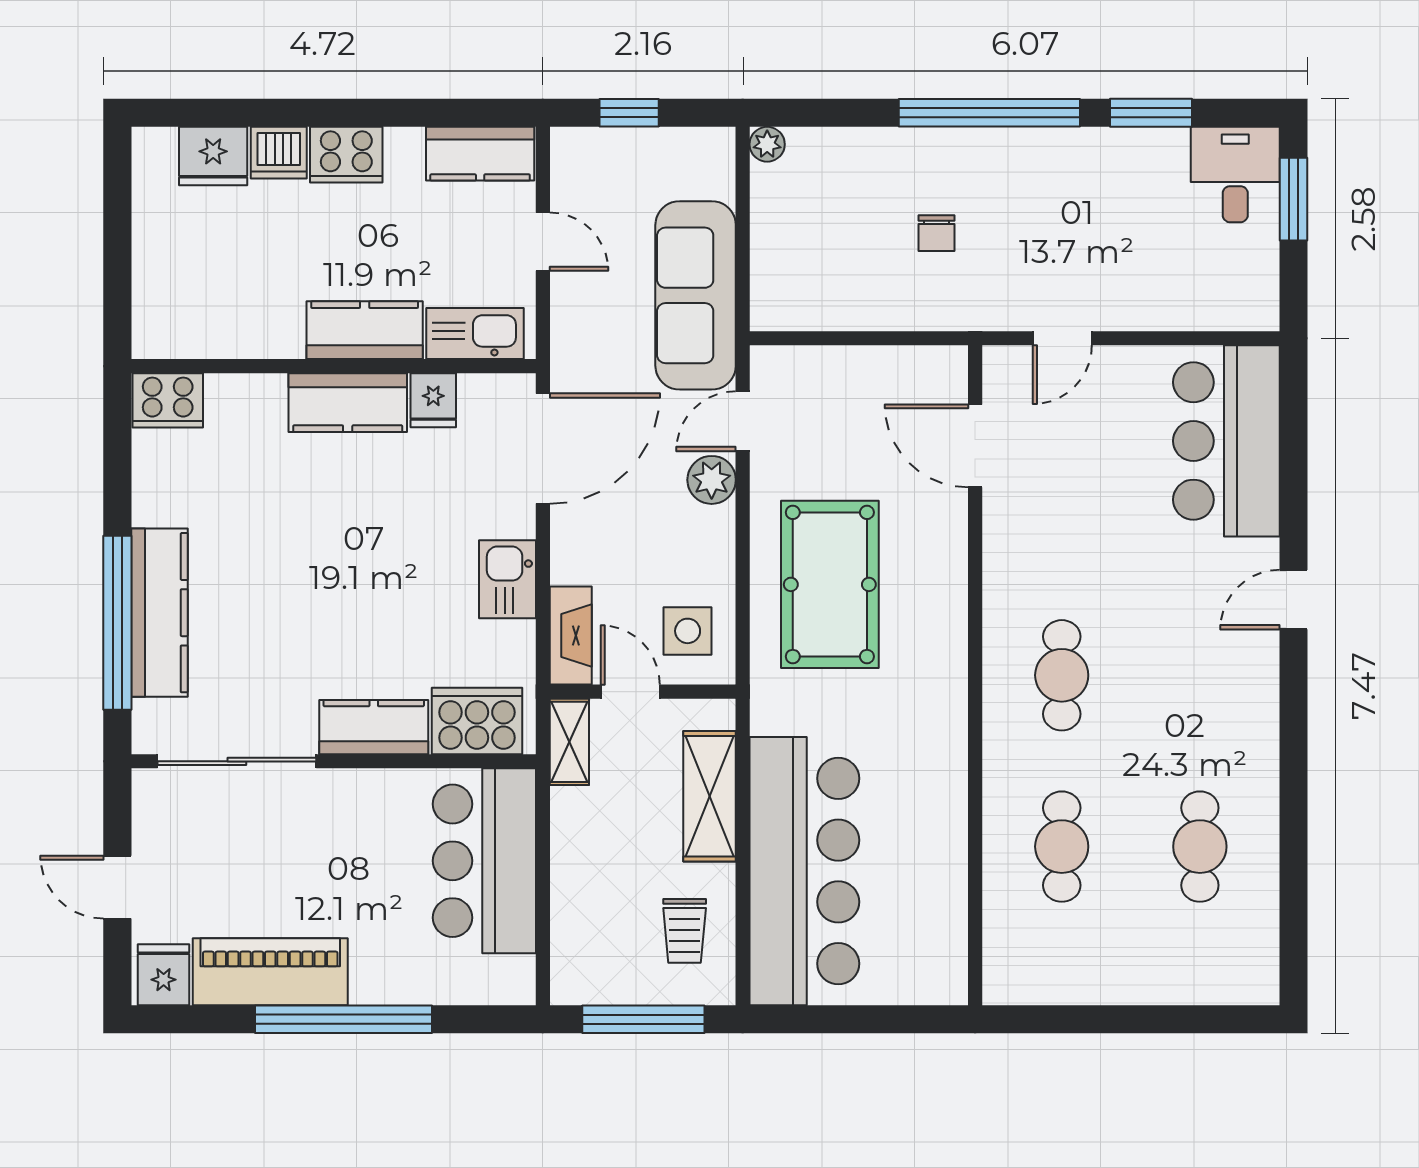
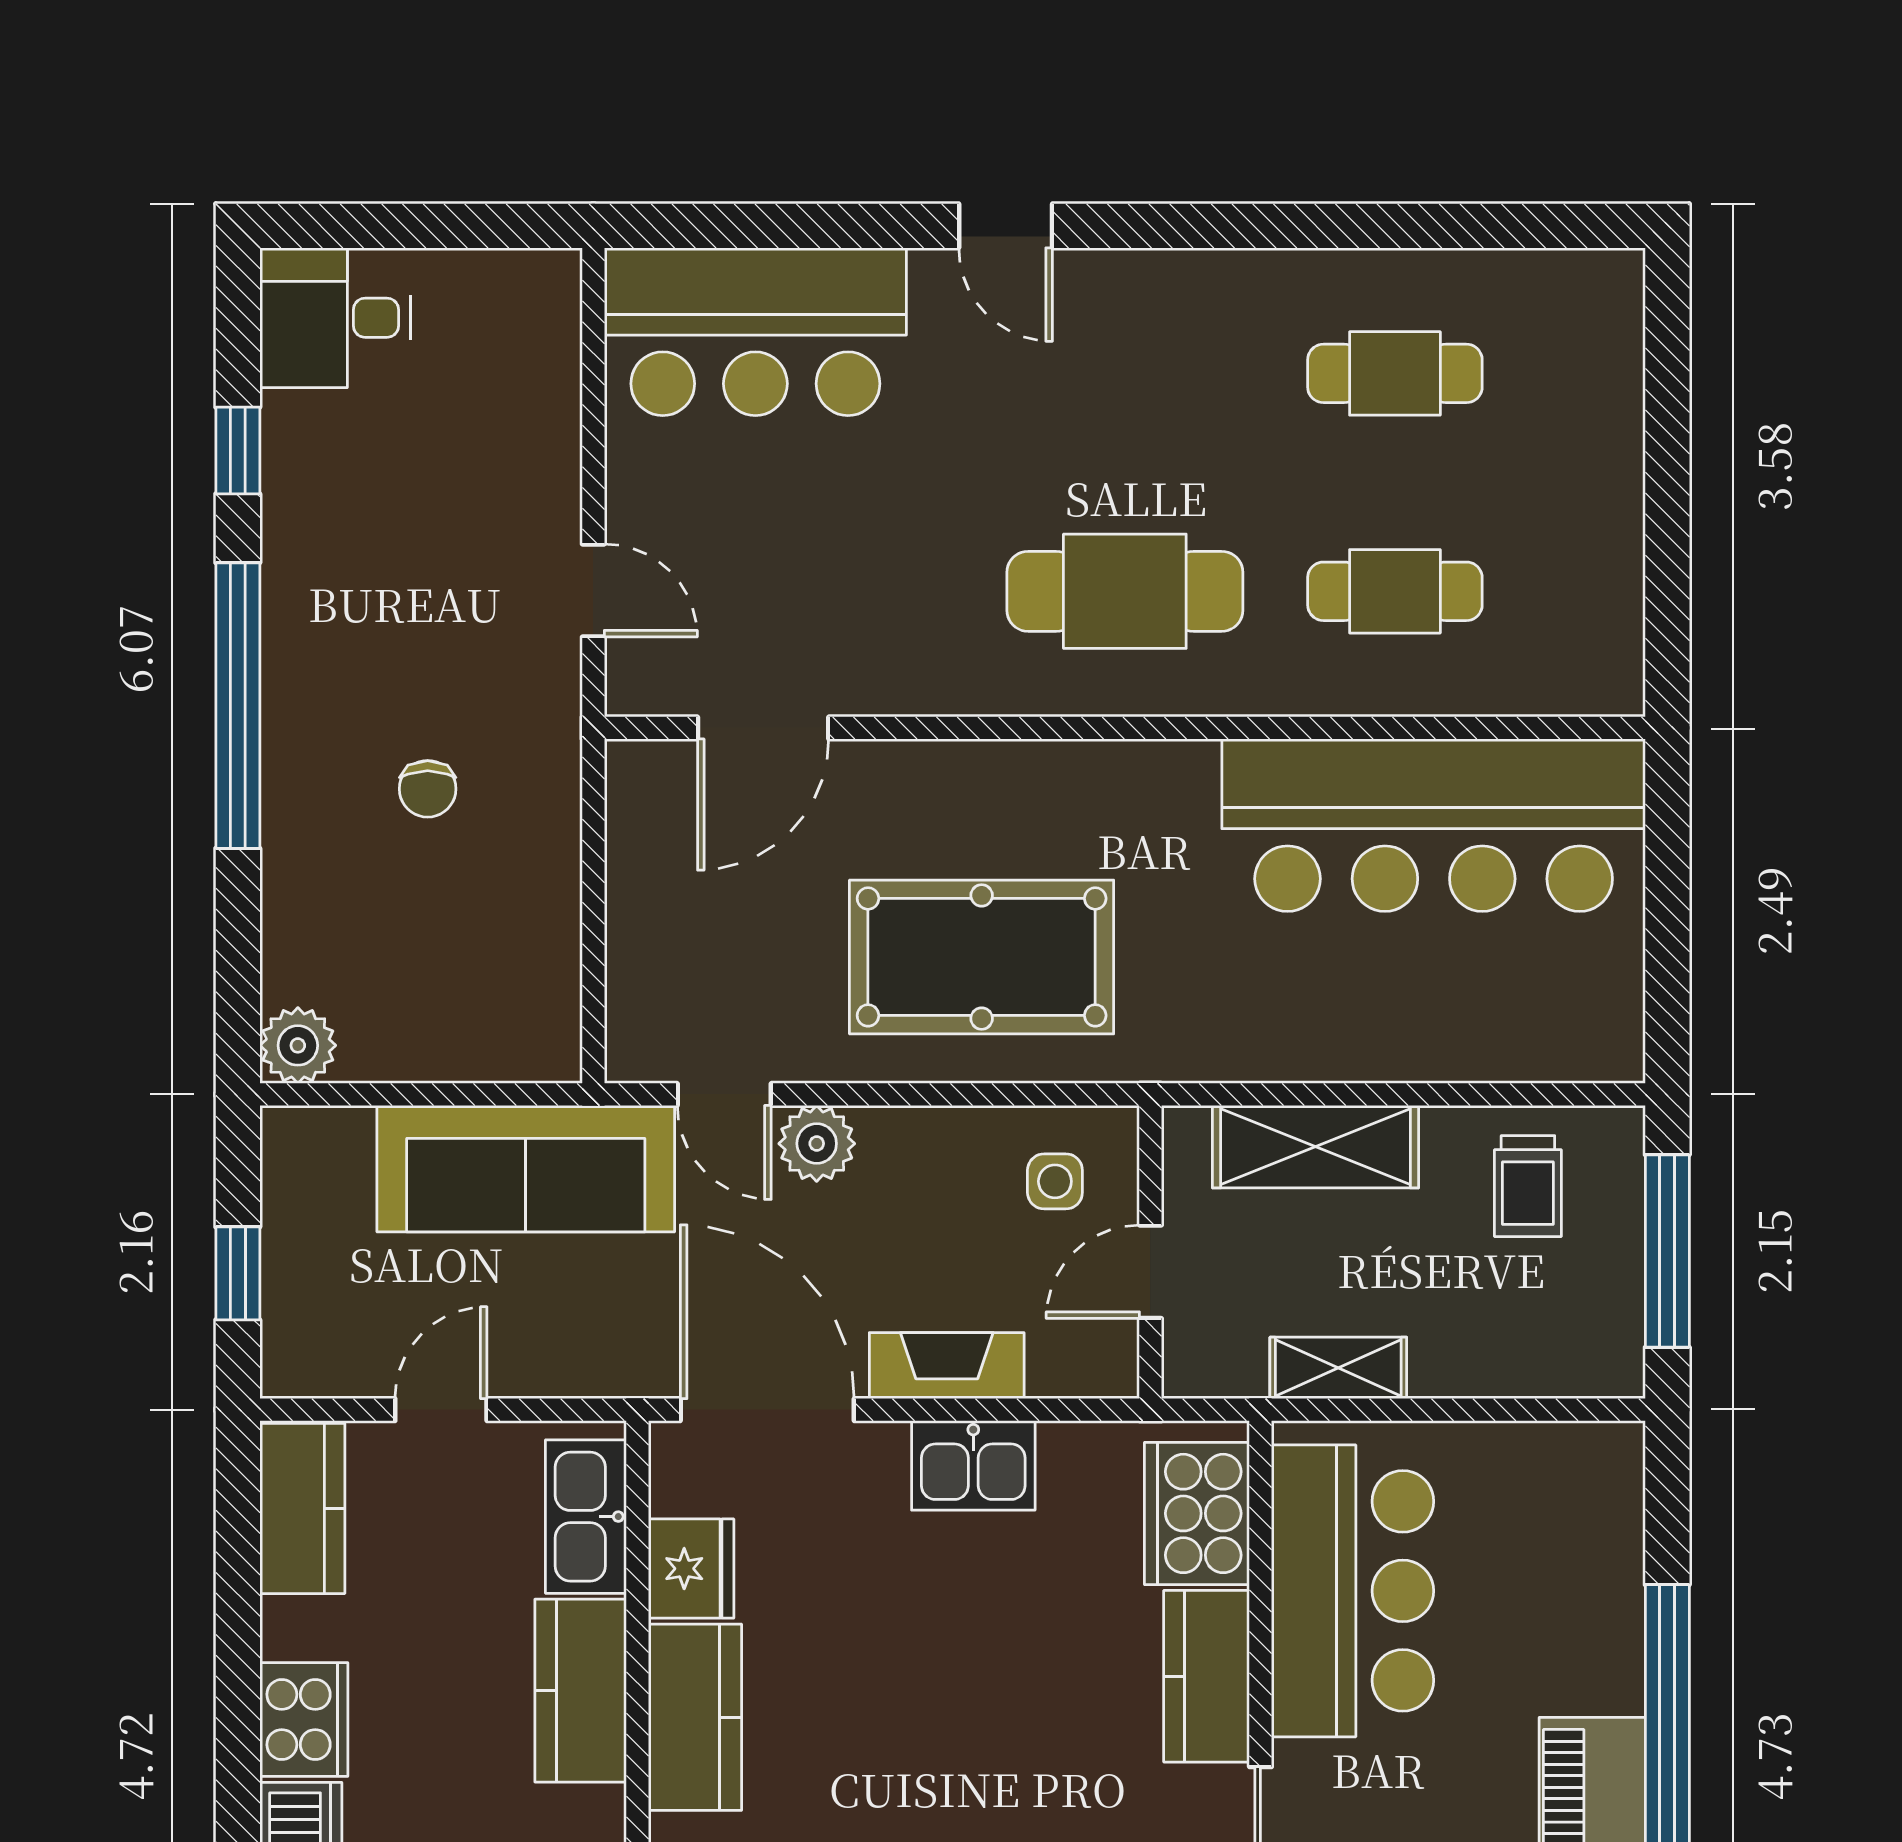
window: (1151, 113) -> (238, 450), width x0.67
plant: (767, 144) -> (298, 1045), width x1.38, depth x1.38
window: (1294, 199) -> (374, 226), removed
chair: (936, 233) -> (428, 789), turned 90
fridge: (433, 400) -> (691, 1569), width x1.38
side table: (688, 631) -> (1055, 1181), width x0.73, depth x0.73
fireplace: (571, 635) -> (947, 1366), moved
cafe table: (1062, 675) -> (1125, 591), width x1.37, depth x1.35
shelving: (569, 742) -> (1338, 1368), moved
bar counter: (484, 861) -> (1353, 1591), moved, turned -90
bar counter: (804, 871) -> (1434, 825), moved, turned 180
trolley: (685, 931) -> (1528, 1186), turned 90

